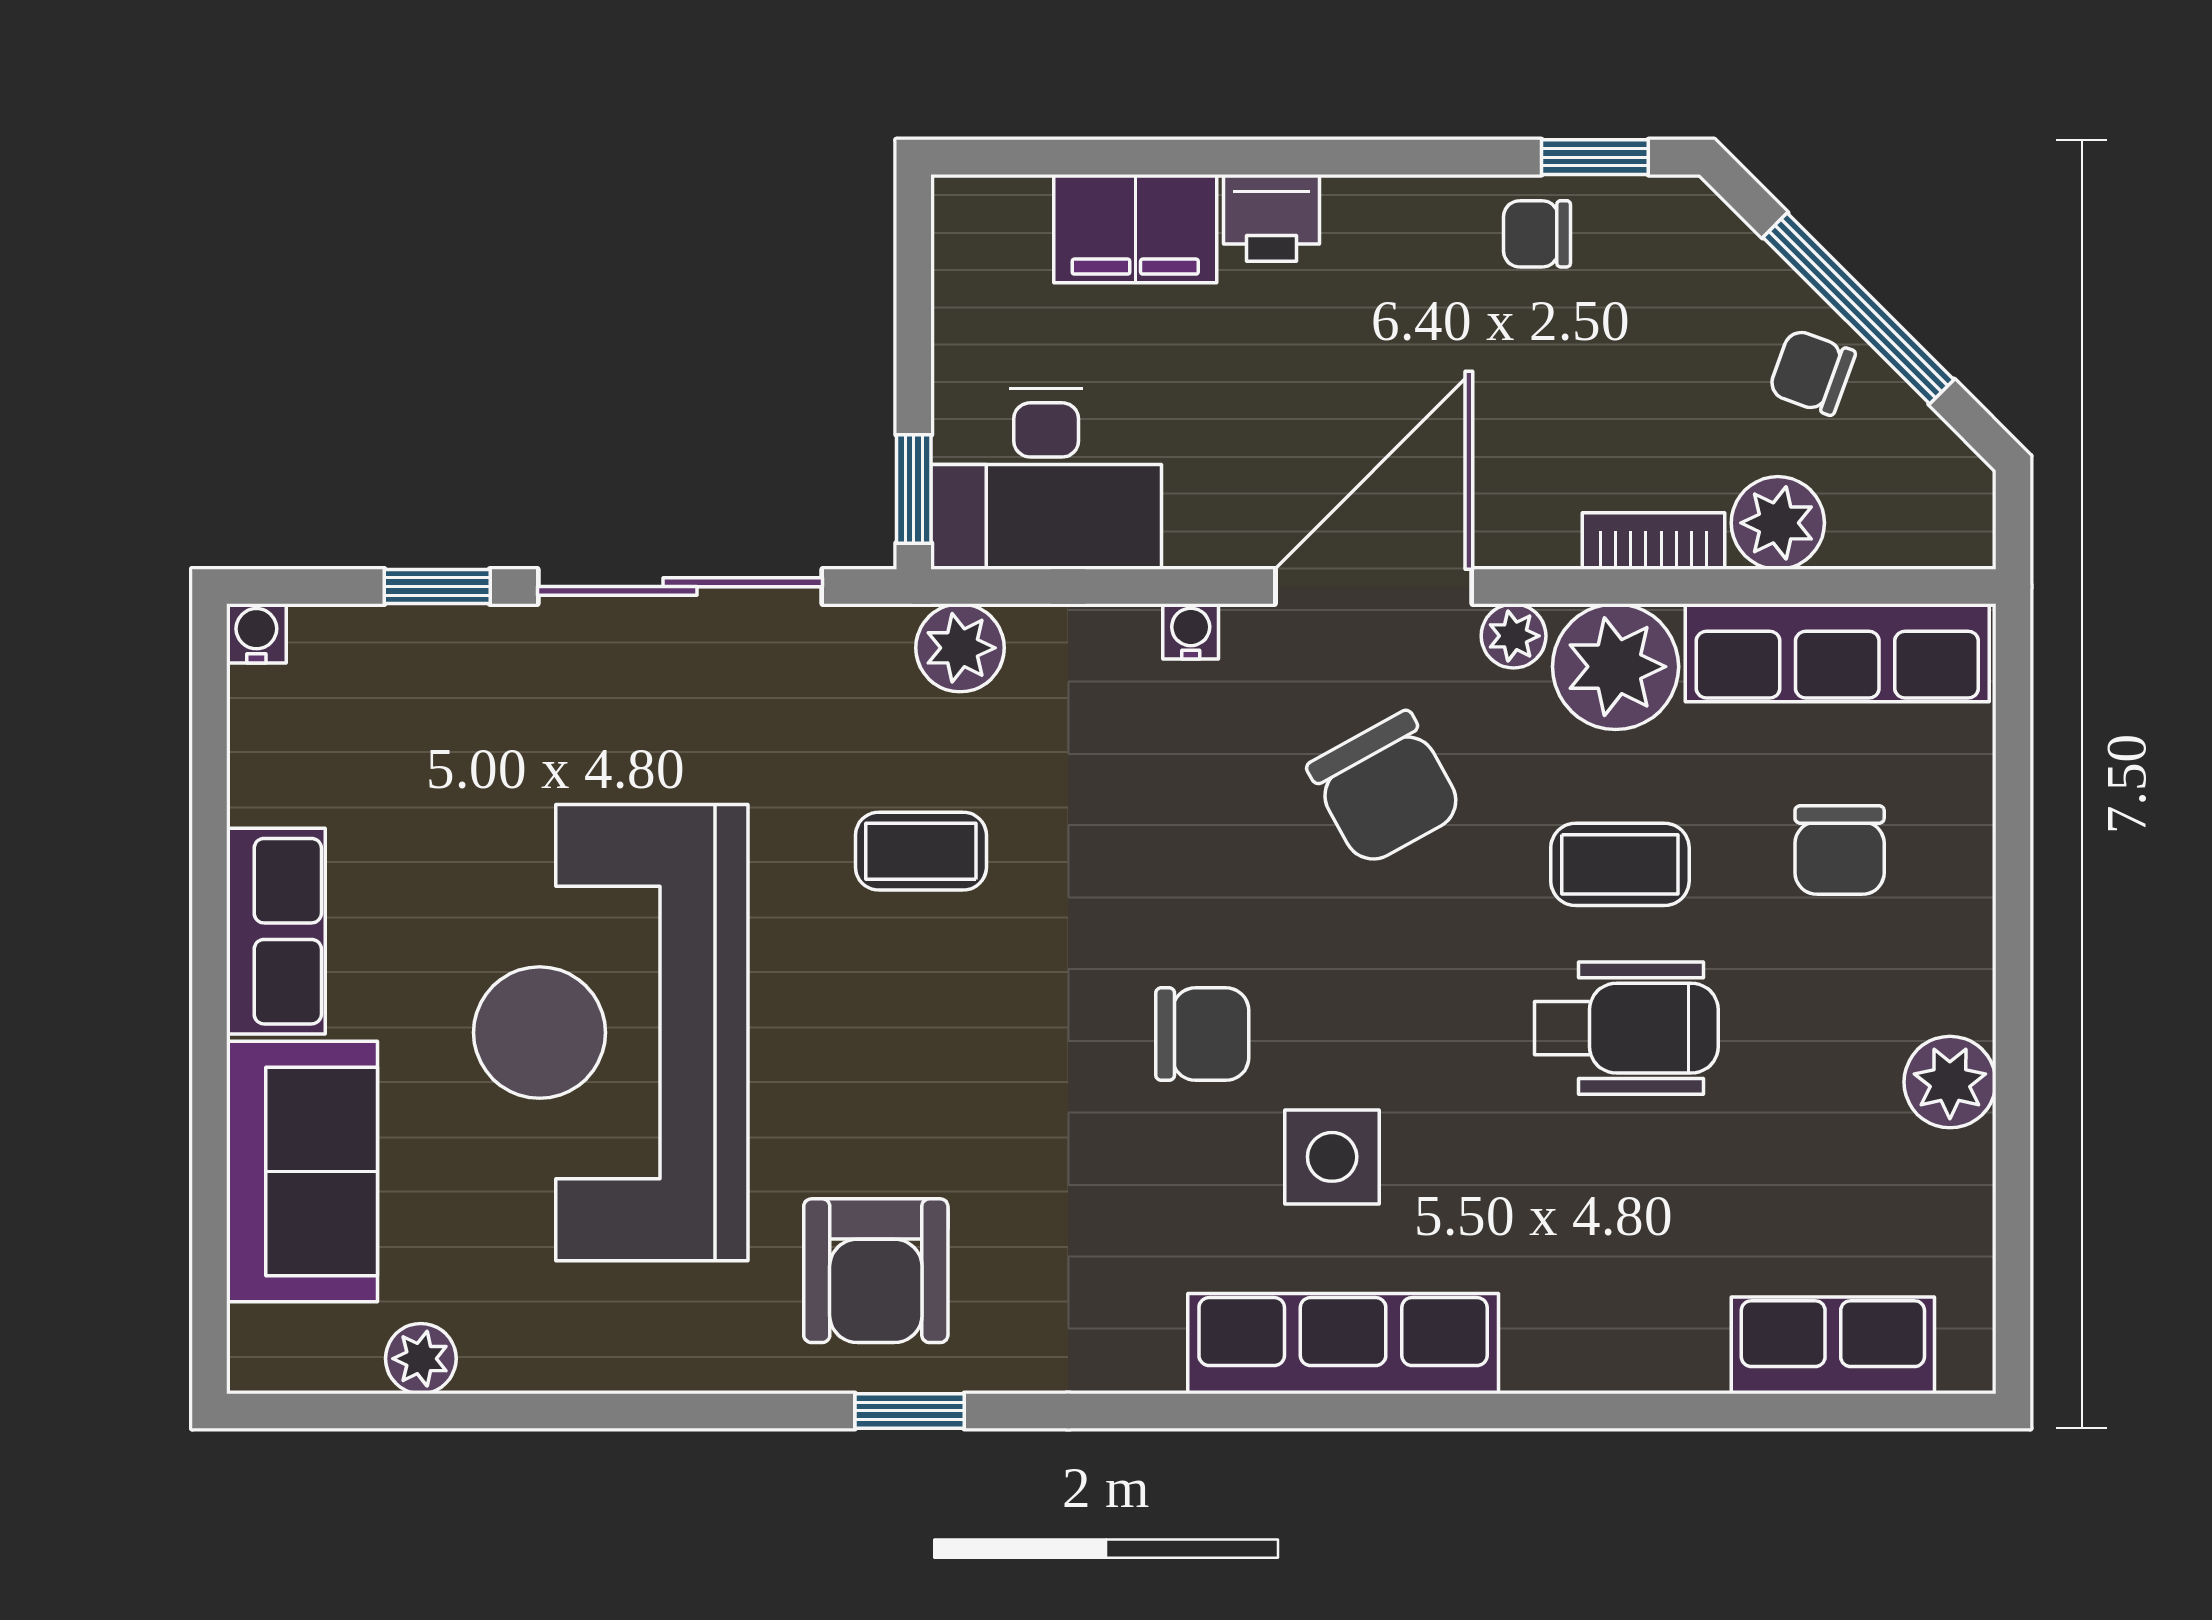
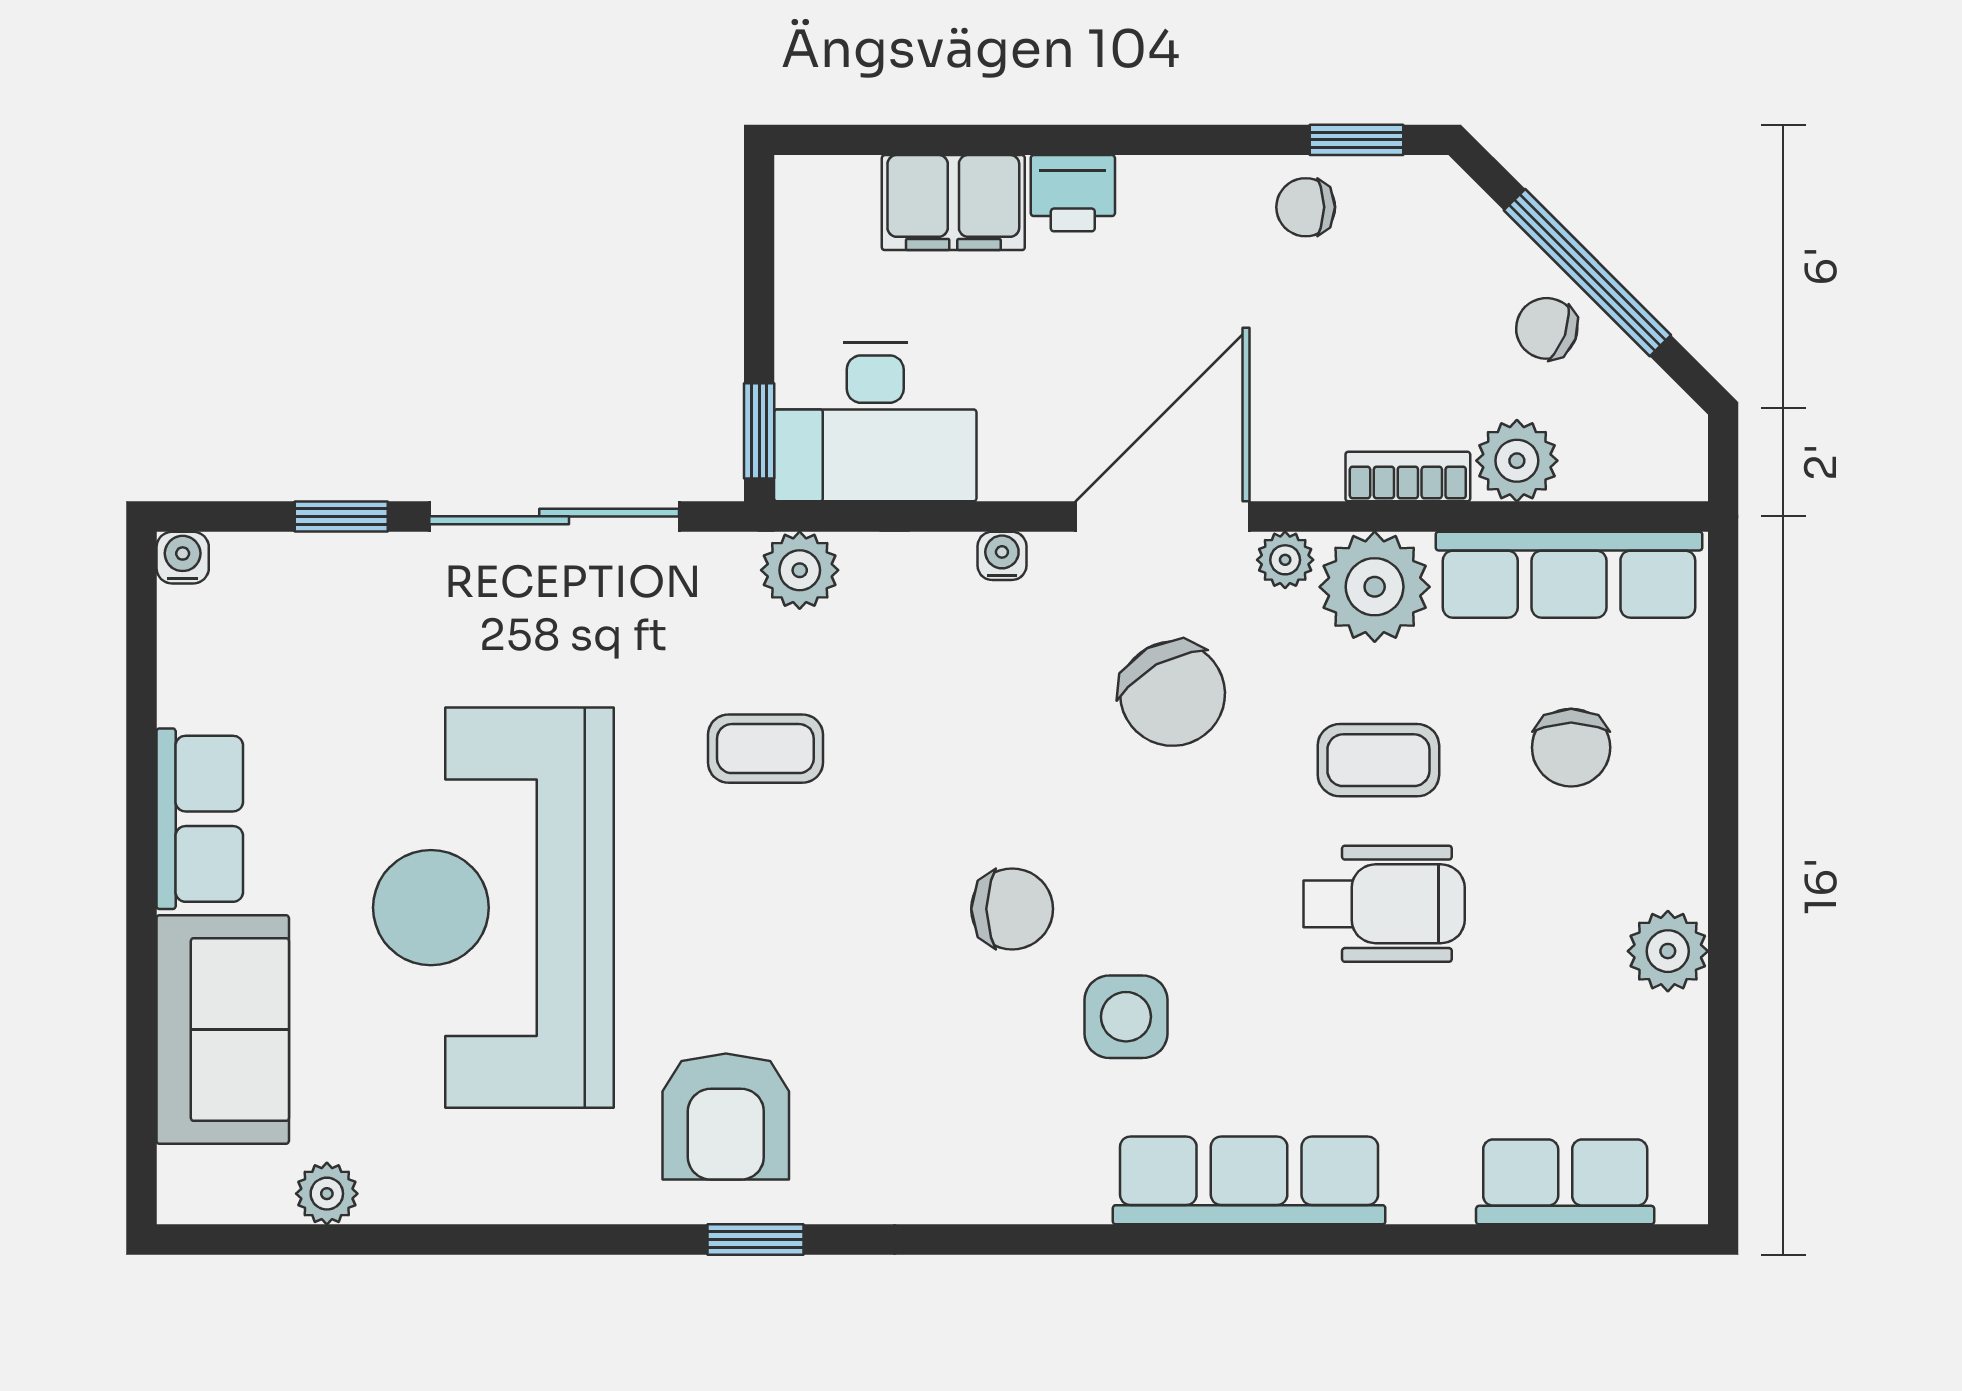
row of seats: (1343, 1344) -> (1249, 1180), moved

